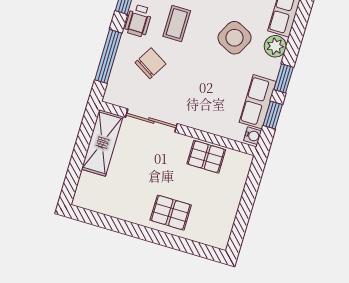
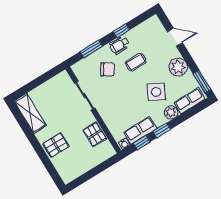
window: (108, 56) -> (91, 49), width x0.69
shelving: (102, 143) -> (30, 113), moved, turned 90
pallet: (171, 213) -> (56, 145), turned 90

